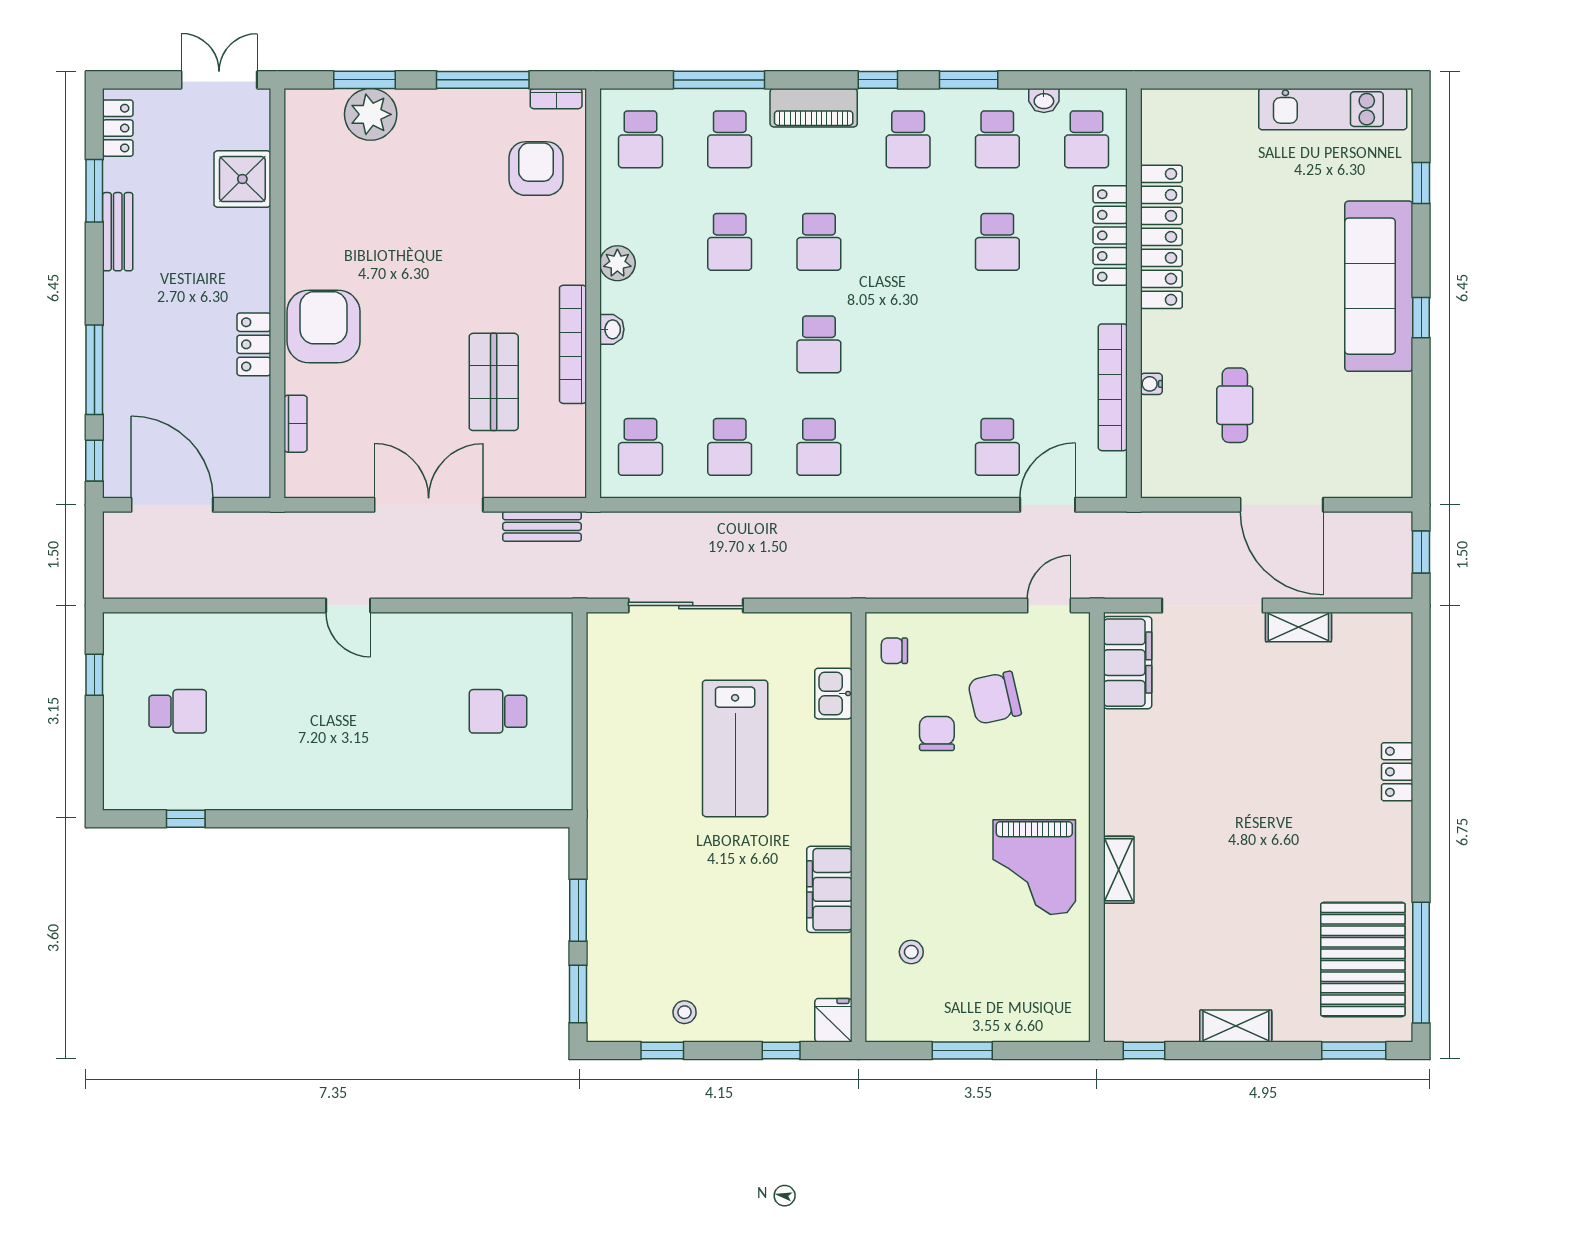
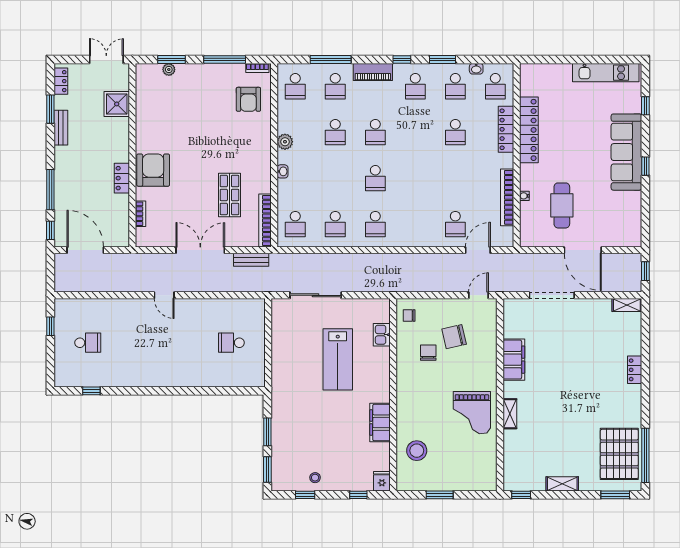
plant: (371, 114) -> (169, 70), width x0.53, depth x0.53
armchair: (536, 169) -> (248, 99), turned 180
bookcase: (573, 344) -> (265, 221), moved
cafe table: (1235, 405) -> (562, 205), width x1.37, depth x1.35
shelving: (1298, 627) -> (627, 305), moved
filing cabinet: (1128, 663) -> (514, 360), moved
stool: (911, 952) -> (417, 451), width x1.89, depth x1.89

